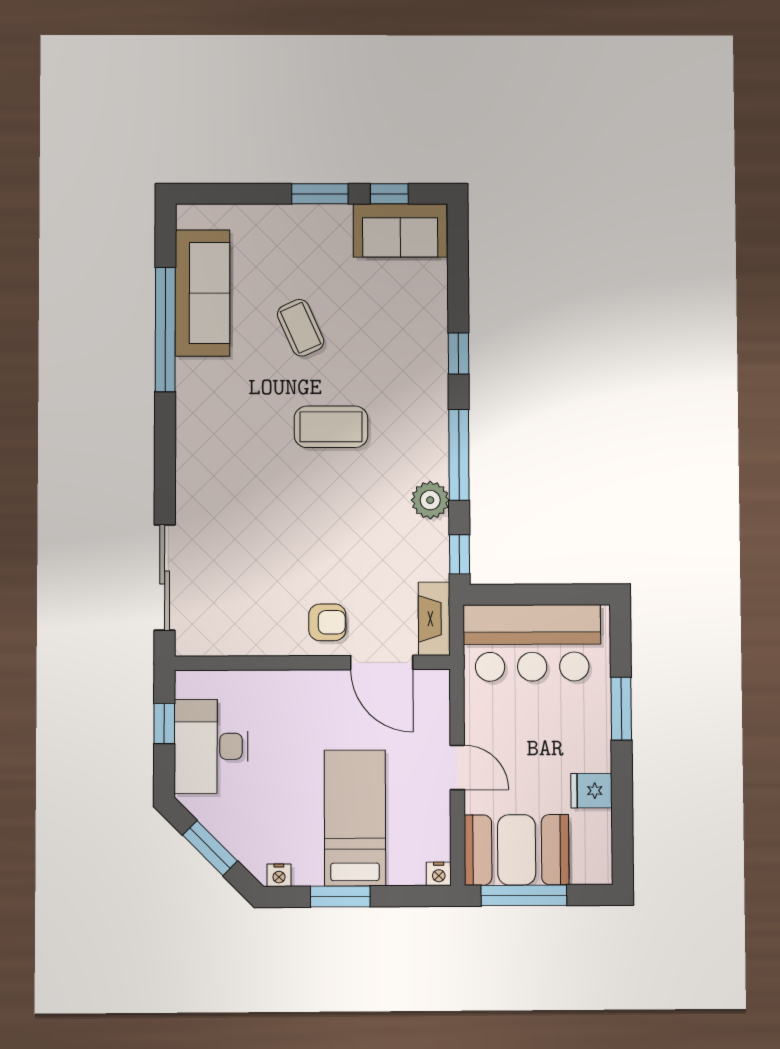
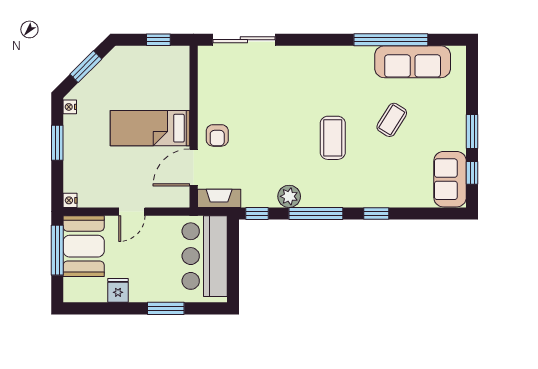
coffee table: (301, 328) -> (392, 120), turned -34
desk: (211, 746) -> (145, 67), removed
bed: (355, 818) -> (150, 128), moved, turned 180

